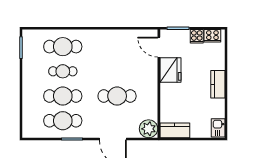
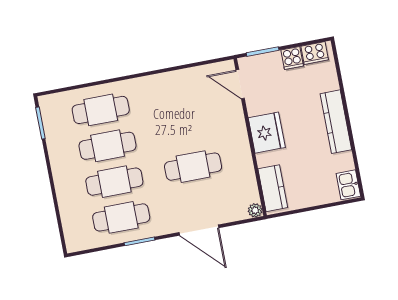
fridge: (170, 70) -> (267, 133), moved
cafe table: (63, 71) -> (108, 146), width x1.37, depth x1.35
kitchen counter: (218, 84) -> (336, 122), width x1.50
plant: (149, 129) -> (255, 210), width x0.53, depth x0.53
kitchen counter: (175, 130) -> (273, 188), moved, turned 90

